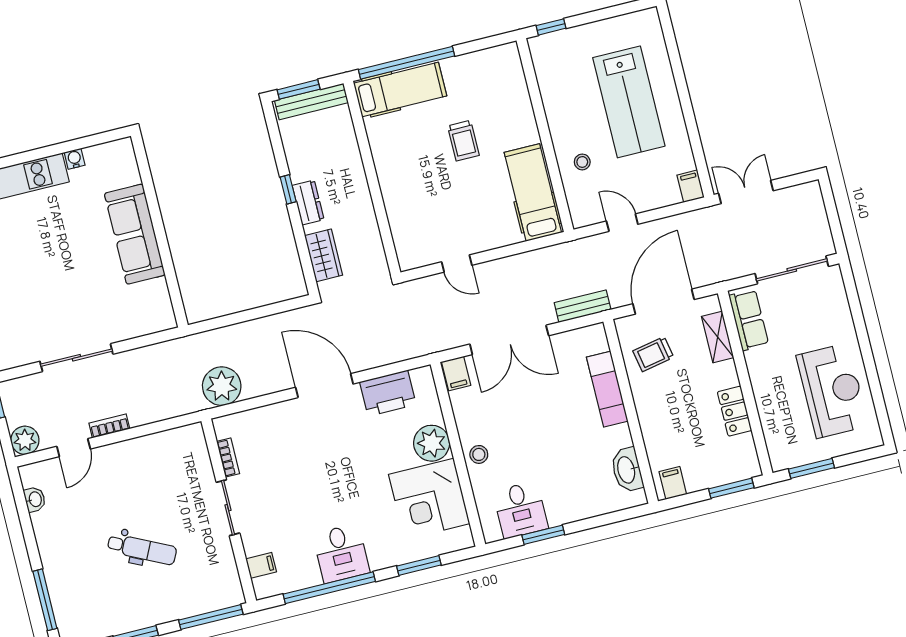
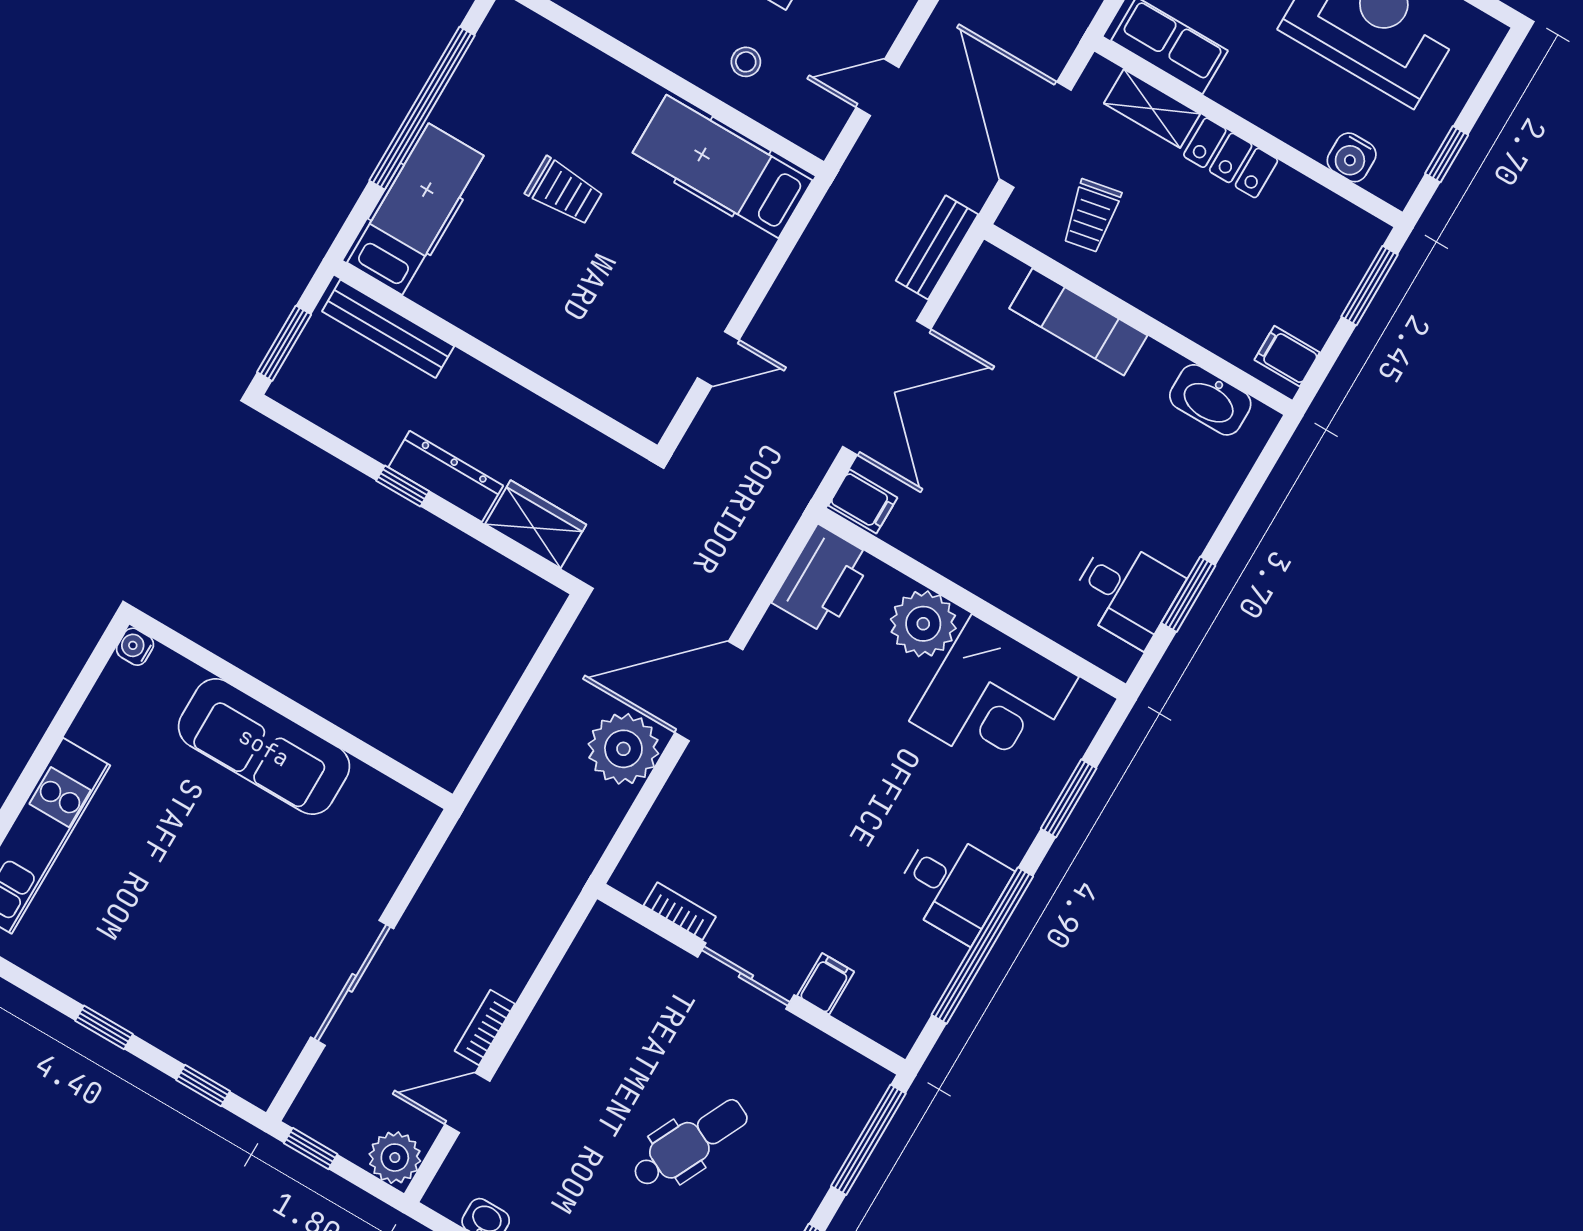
window: (406, 63) -> (422, 108), moved
bench: (311, 102) -> (388, 329), moved, turned 90
water cooler: (75, 159) -> (135, 647), moved
dresser: (308, 202) -> (446, 476), width x1.44
plant: (222, 386) -> (623, 749), moved
printer: (388, 393) -> (823, 580), moved
locker: (735, 411) -> (1231, 158), moved
water cooler: (774, 433) -> (1352, 157), added
door: (74, 448) -> (467, 1103), swing flipped
stool: (479, 454) -> (999, 576), removed
window: (811, 468) -> (1447, 154), width x0.67
filing cabinet: (261, 565) -> (826, 984), moved

